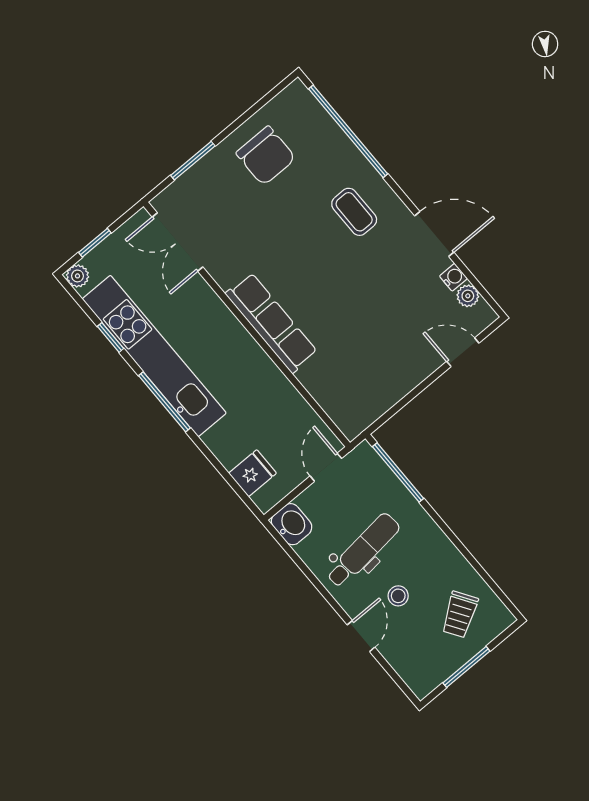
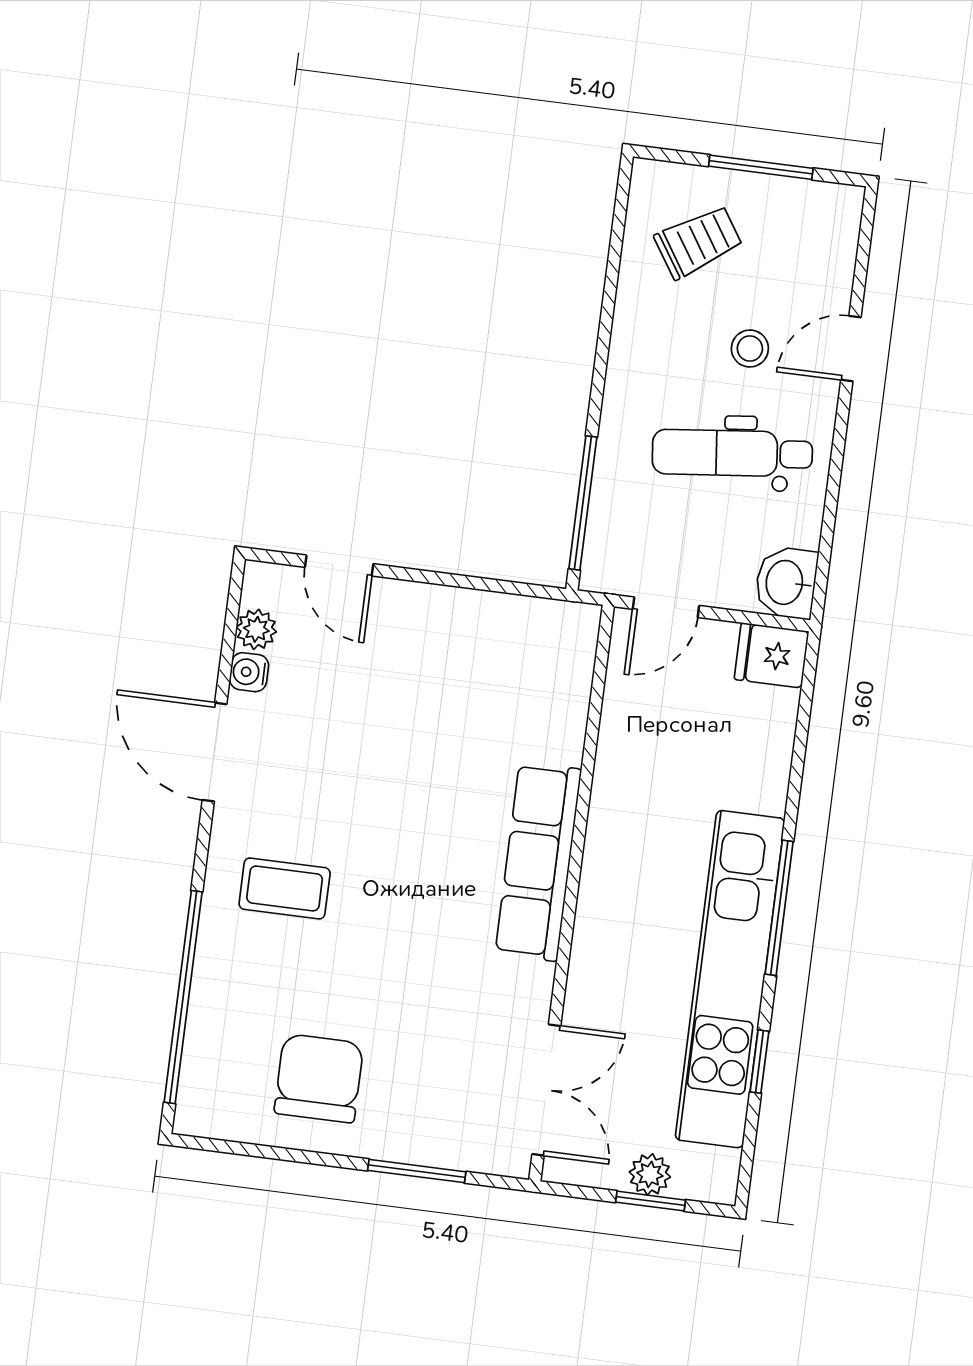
coffee table: (354, 212) -> (285, 888), turned 90
plant: (77, 276) -> (650, 1174), moved
fridge: (252, 473) -> (772, 655), moved

